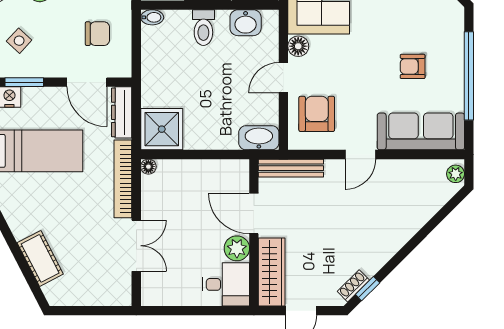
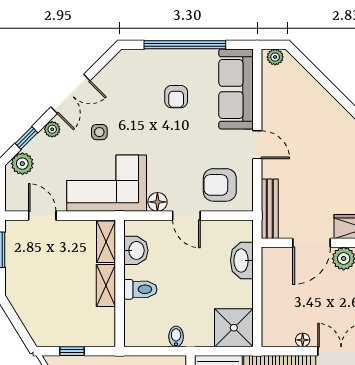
bidet: (152, 17) -> (176, 337), moved
washbasin: (259, 138) -> (242, 261), moved
floor lamp: (148, 167) -> (303, 340), moved

